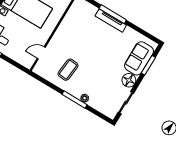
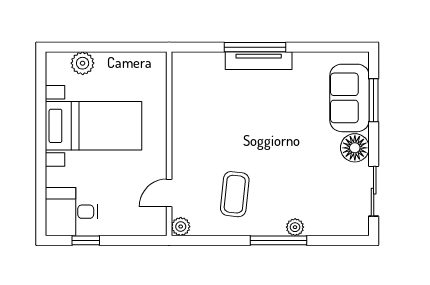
plant: (38, 70) -> (181, 227), added

